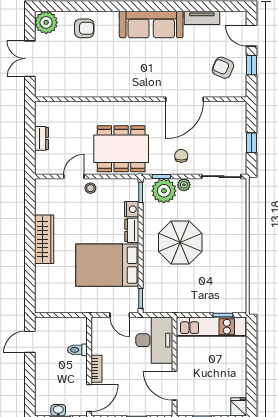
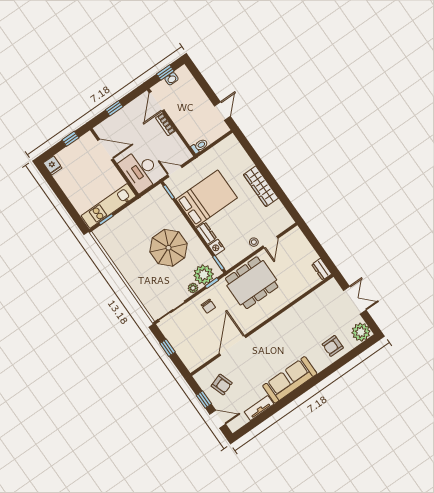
armchair: (223, 68) -> (222, 385), turned 48
dresser: (41, 138) -> (322, 269), moved
toilet: (77, 350) -> (200, 146), moved

